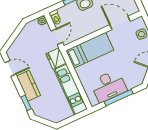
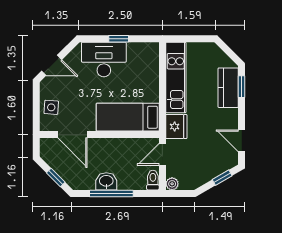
window: (12, 39) -> (222, 178), added
kitchen counter: (29, 86) -> (228, 88), moved
desk: (109, 86) -> (104, 60), moved
window: (119, 98) -> (119, 39), width x0.46

